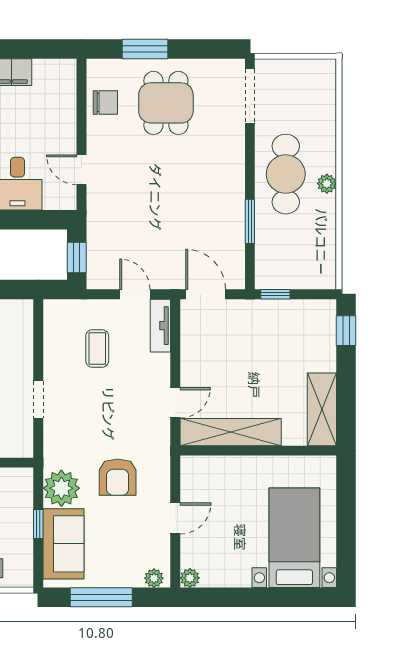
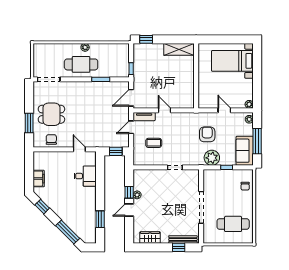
door: (82, 170) -> (79, 149), swing flipped
door: (175, 403) -> (165, 110), moved
shelving: (231, 432) -> (188, 87), removed
armchair: (118, 477) -> (207, 134), turned -90
sofa: (63, 544) -> (245, 151), moved, turned -90

